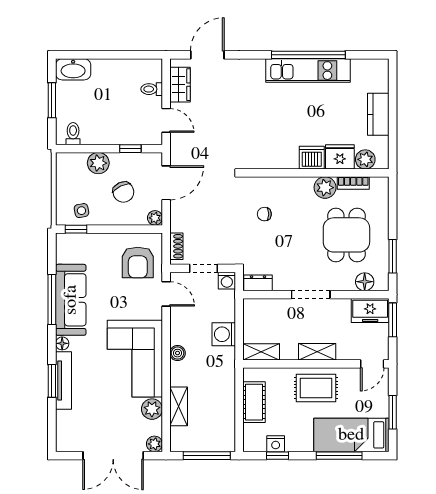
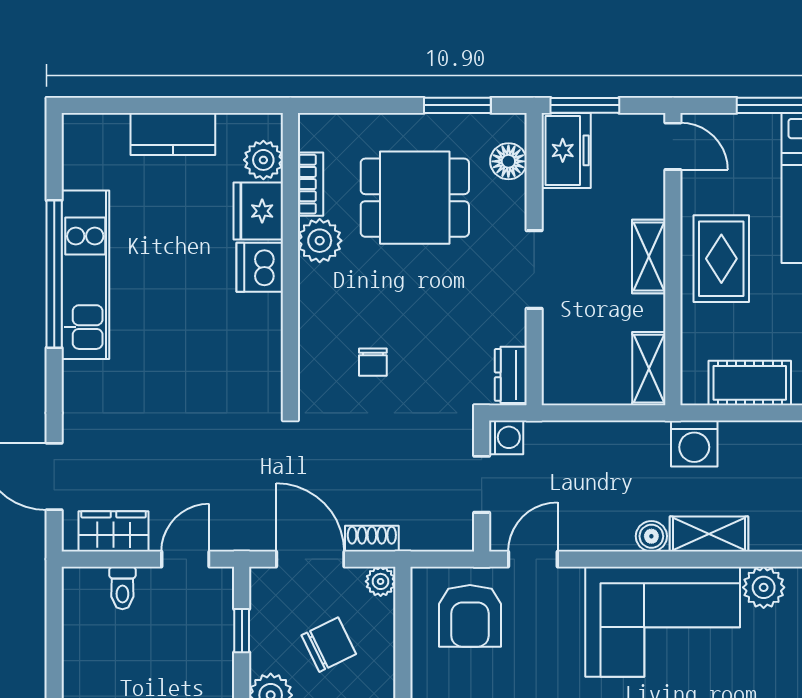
shoe rack: (176, 246) -> (372, 539), moved
armchair: (138, 263) -> (470, 616), turned 90
washing machine: (224, 334) -> (694, 444), moved
shelving: (179, 406) -> (709, 534), moved

